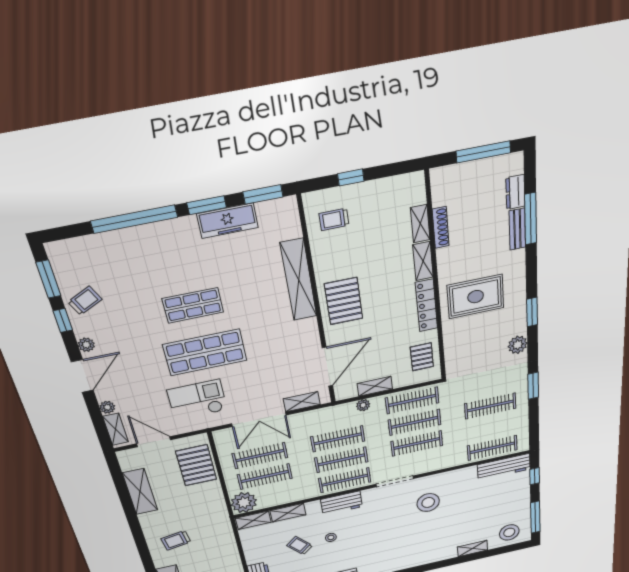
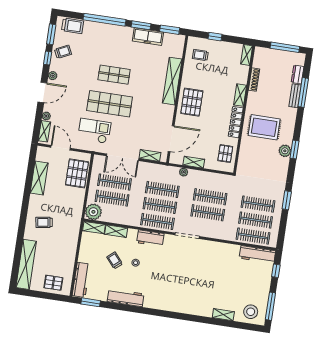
shelving: (420, 224) -> (247, 55), moved
trolley: (80, 251) -> (73, 26), added
plant: (518, 345) -> (285, 151), moved
clothes rail: (412, 400) -> (255, 220), moved
stool: (428, 503) -> (203, 262), removed

